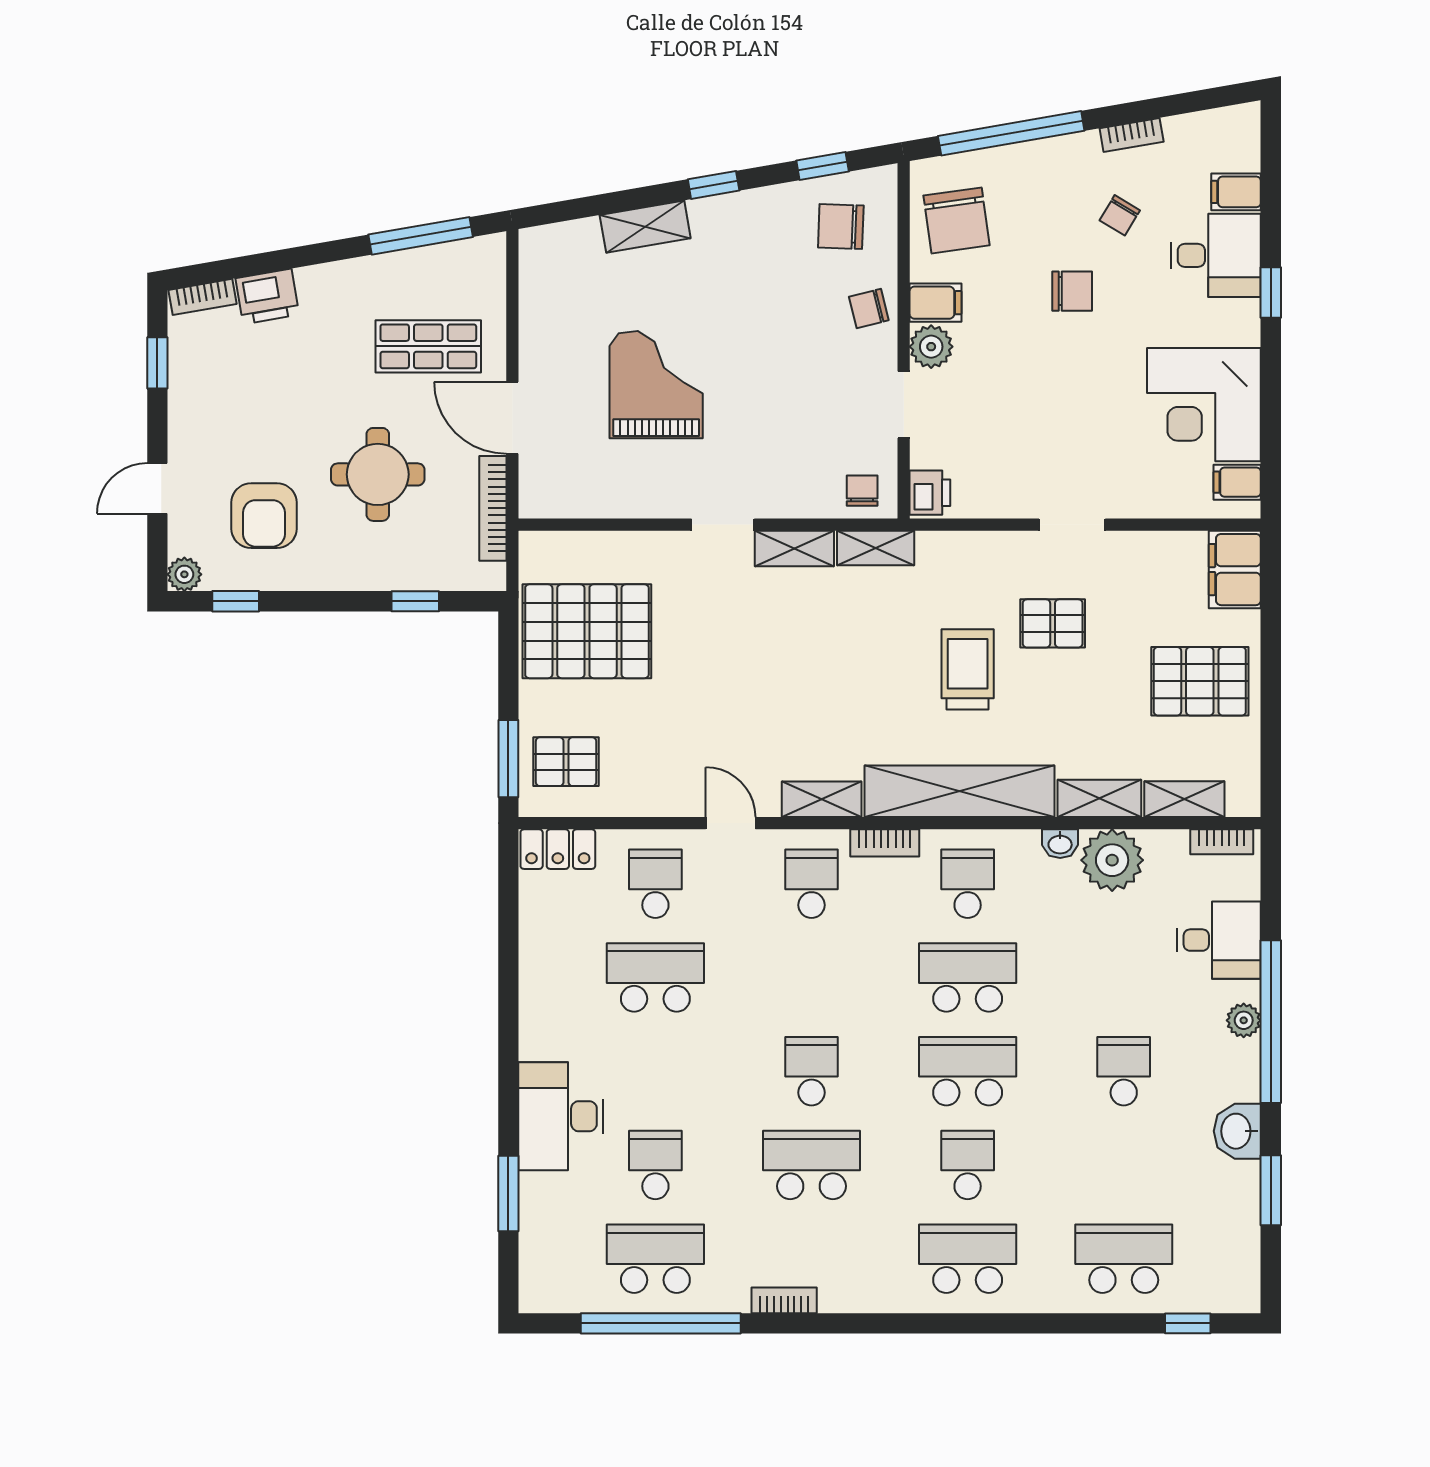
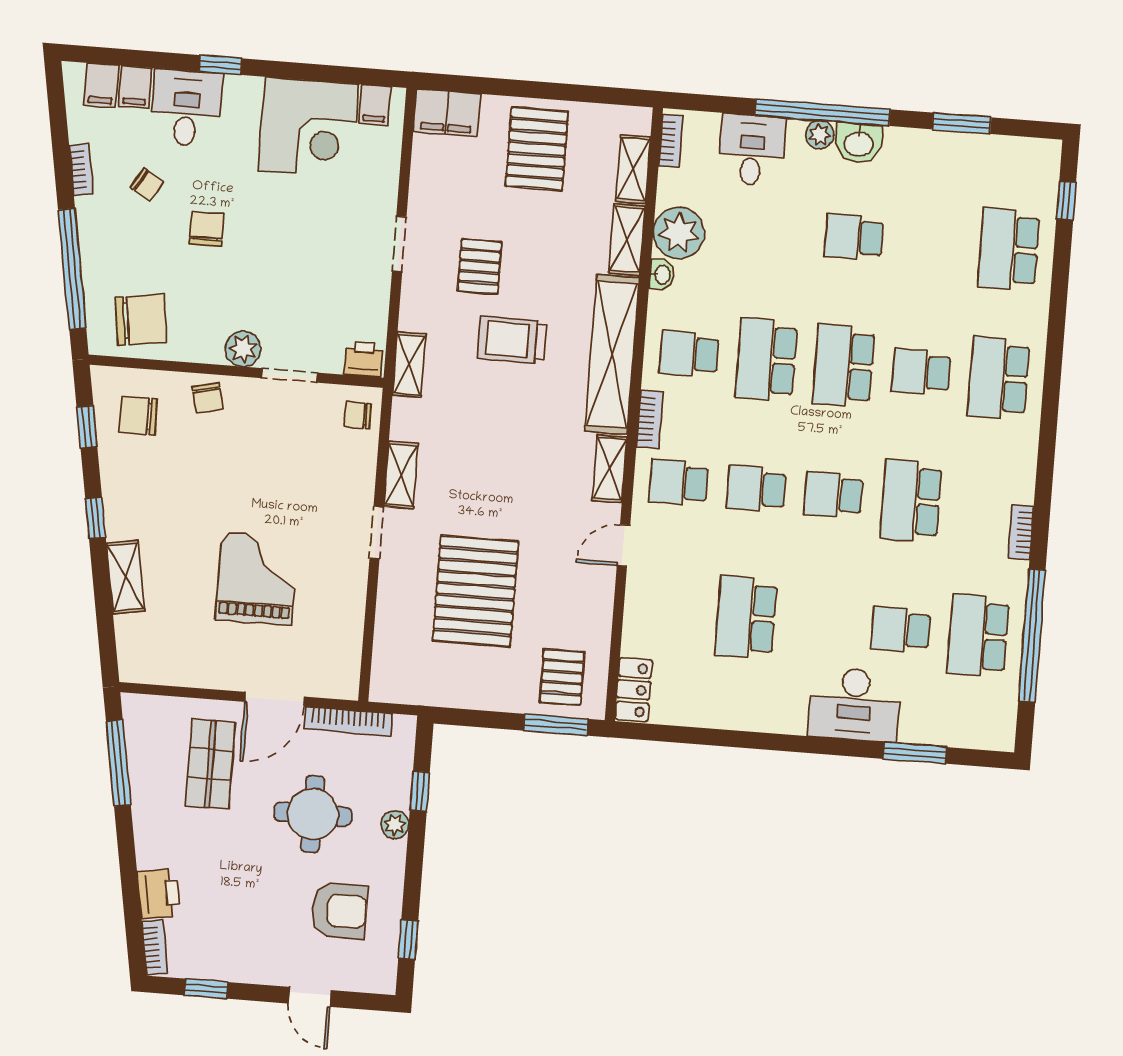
chair: (841, 227) -> (138, 416), turned 88
filing cabinet: (936, 303) -> (101, 85), moved, turned 180
grand piano: (656, 385) -> (257, 578), turned 90
shelving: (876, 548) -> (409, 365), moved
plant: (184, 574) -> (395, 825), moved
pallet: (587, 631) -> (475, 591), moved
school desk: (655, 884) -> (756, 489), moved
washbasin: (1237, 1131) -> (859, 143), moved

